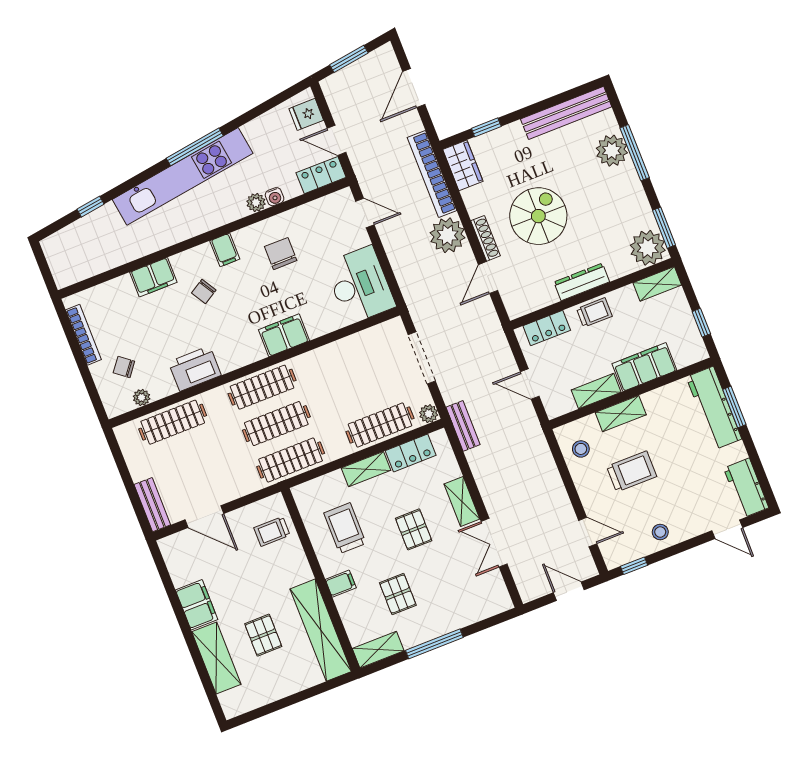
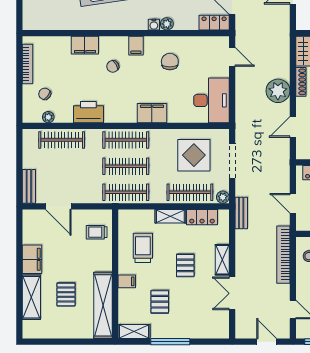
bookcase: (432, 174) -> (283, 255), moved
water cooler: (275, 197) -> (154, 25), moved
shoe rack: (486, 238) -> (301, 82), moved
display table: (365, 371) -> (194, 155), added

